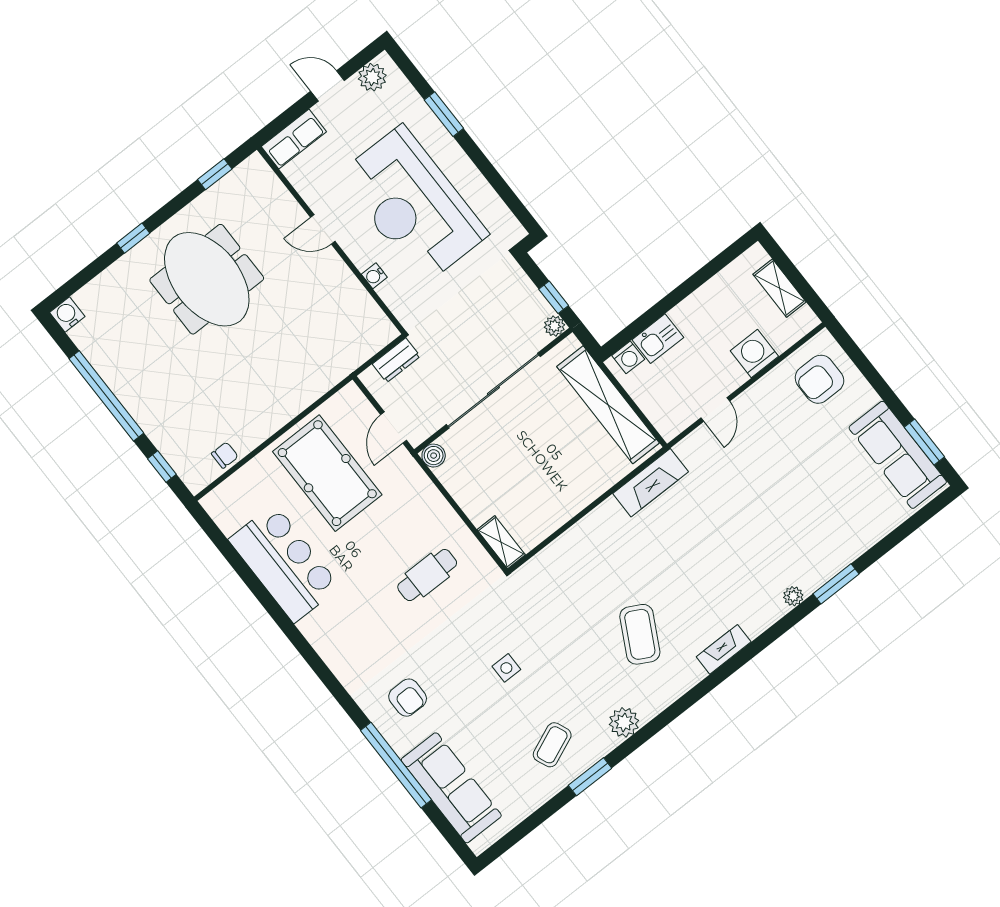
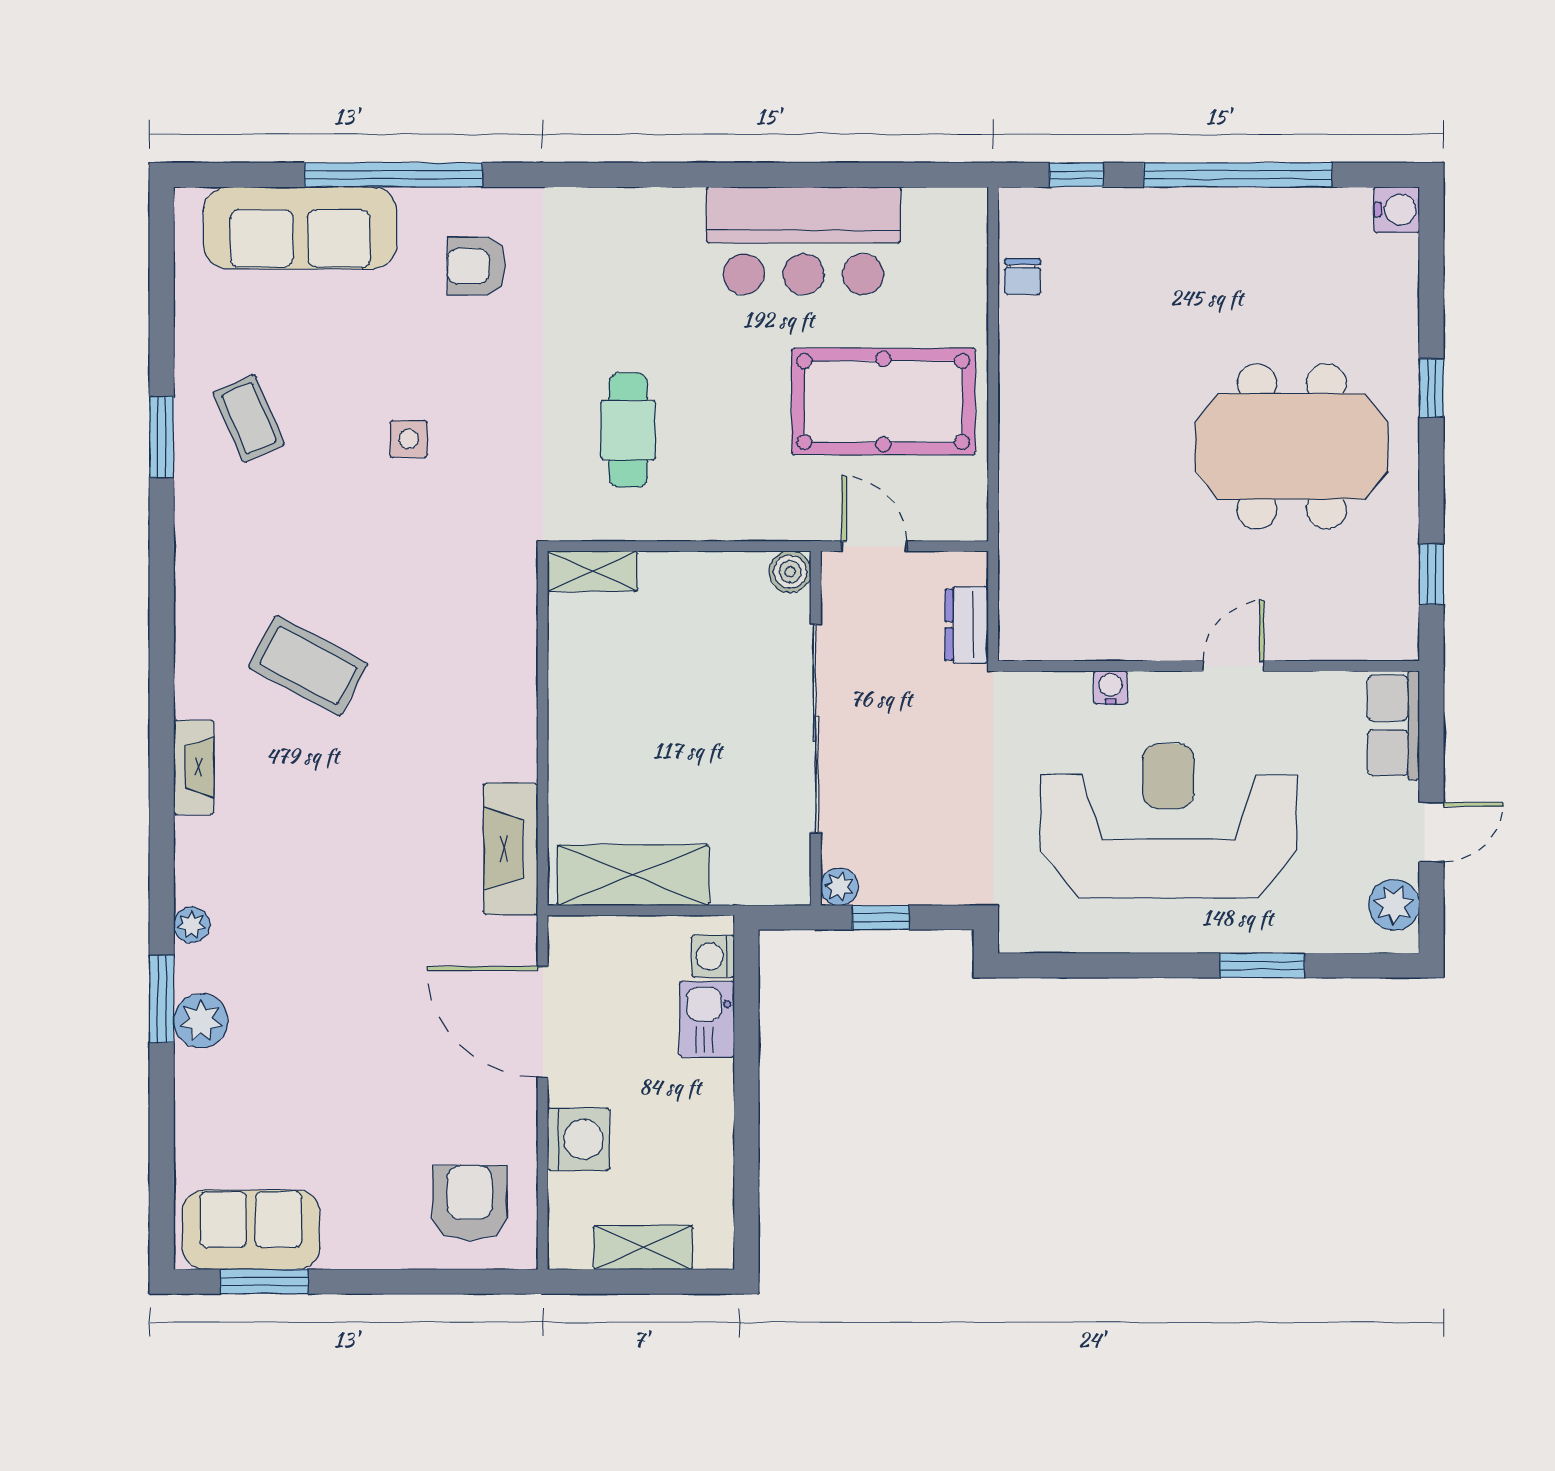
shelving: (608, 405) -> (633, 875), width x0.68
door: (715, 410) -> (543, 1022), width x1.88
sofa: (898, 455) -> (251, 1230), width x0.73
plant: (624, 722) -> (201, 1021), moved

